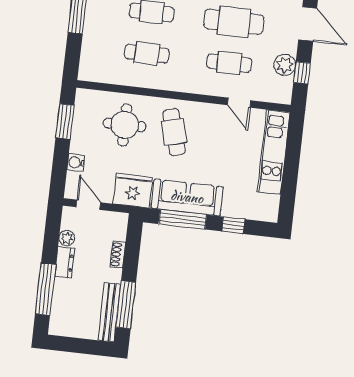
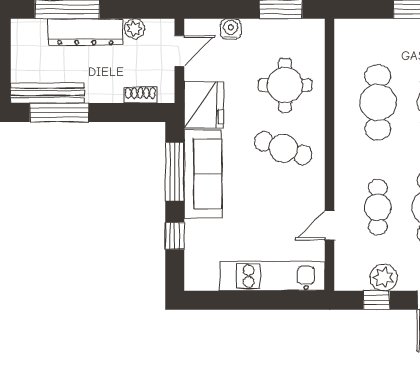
cafe table: (147, 54) -> (378, 102), width x1.37, depth x1.35
cafe table: (174, 132) -> (283, 148), turned 35
shoe rack: (118, 254) -> (140, 95), moved
dresser: (65, 262) -> (85, 32), width x1.96, depth x1.24

